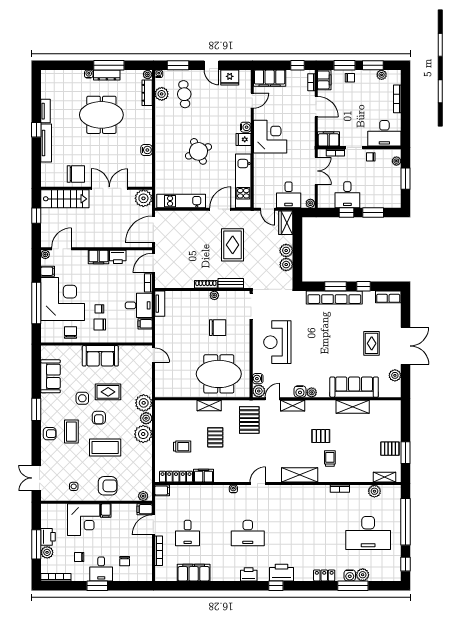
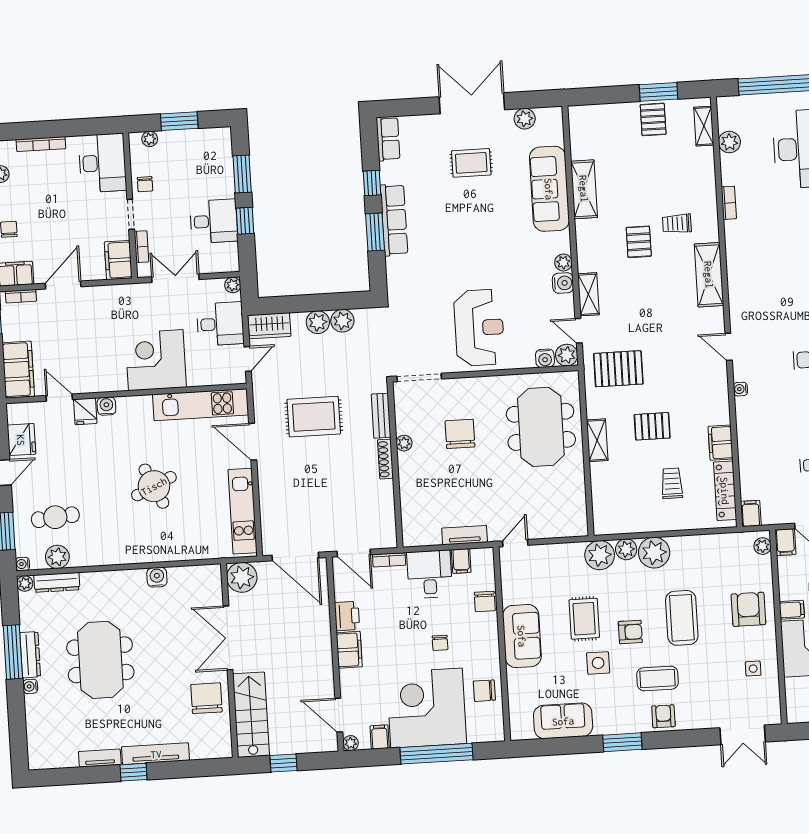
corner desk: (270, 137) -> (156, 360), moved
fridge: (244, 139) -> (85, 411), moved
row of seats: (334, 297) -> (394, 220), width x0.73
tv unit: (160, 304) -> (465, 535), moved
chair: (100, 325) -> (485, 601), moved
reception desk: (277, 342) -> (479, 328), turned -90

